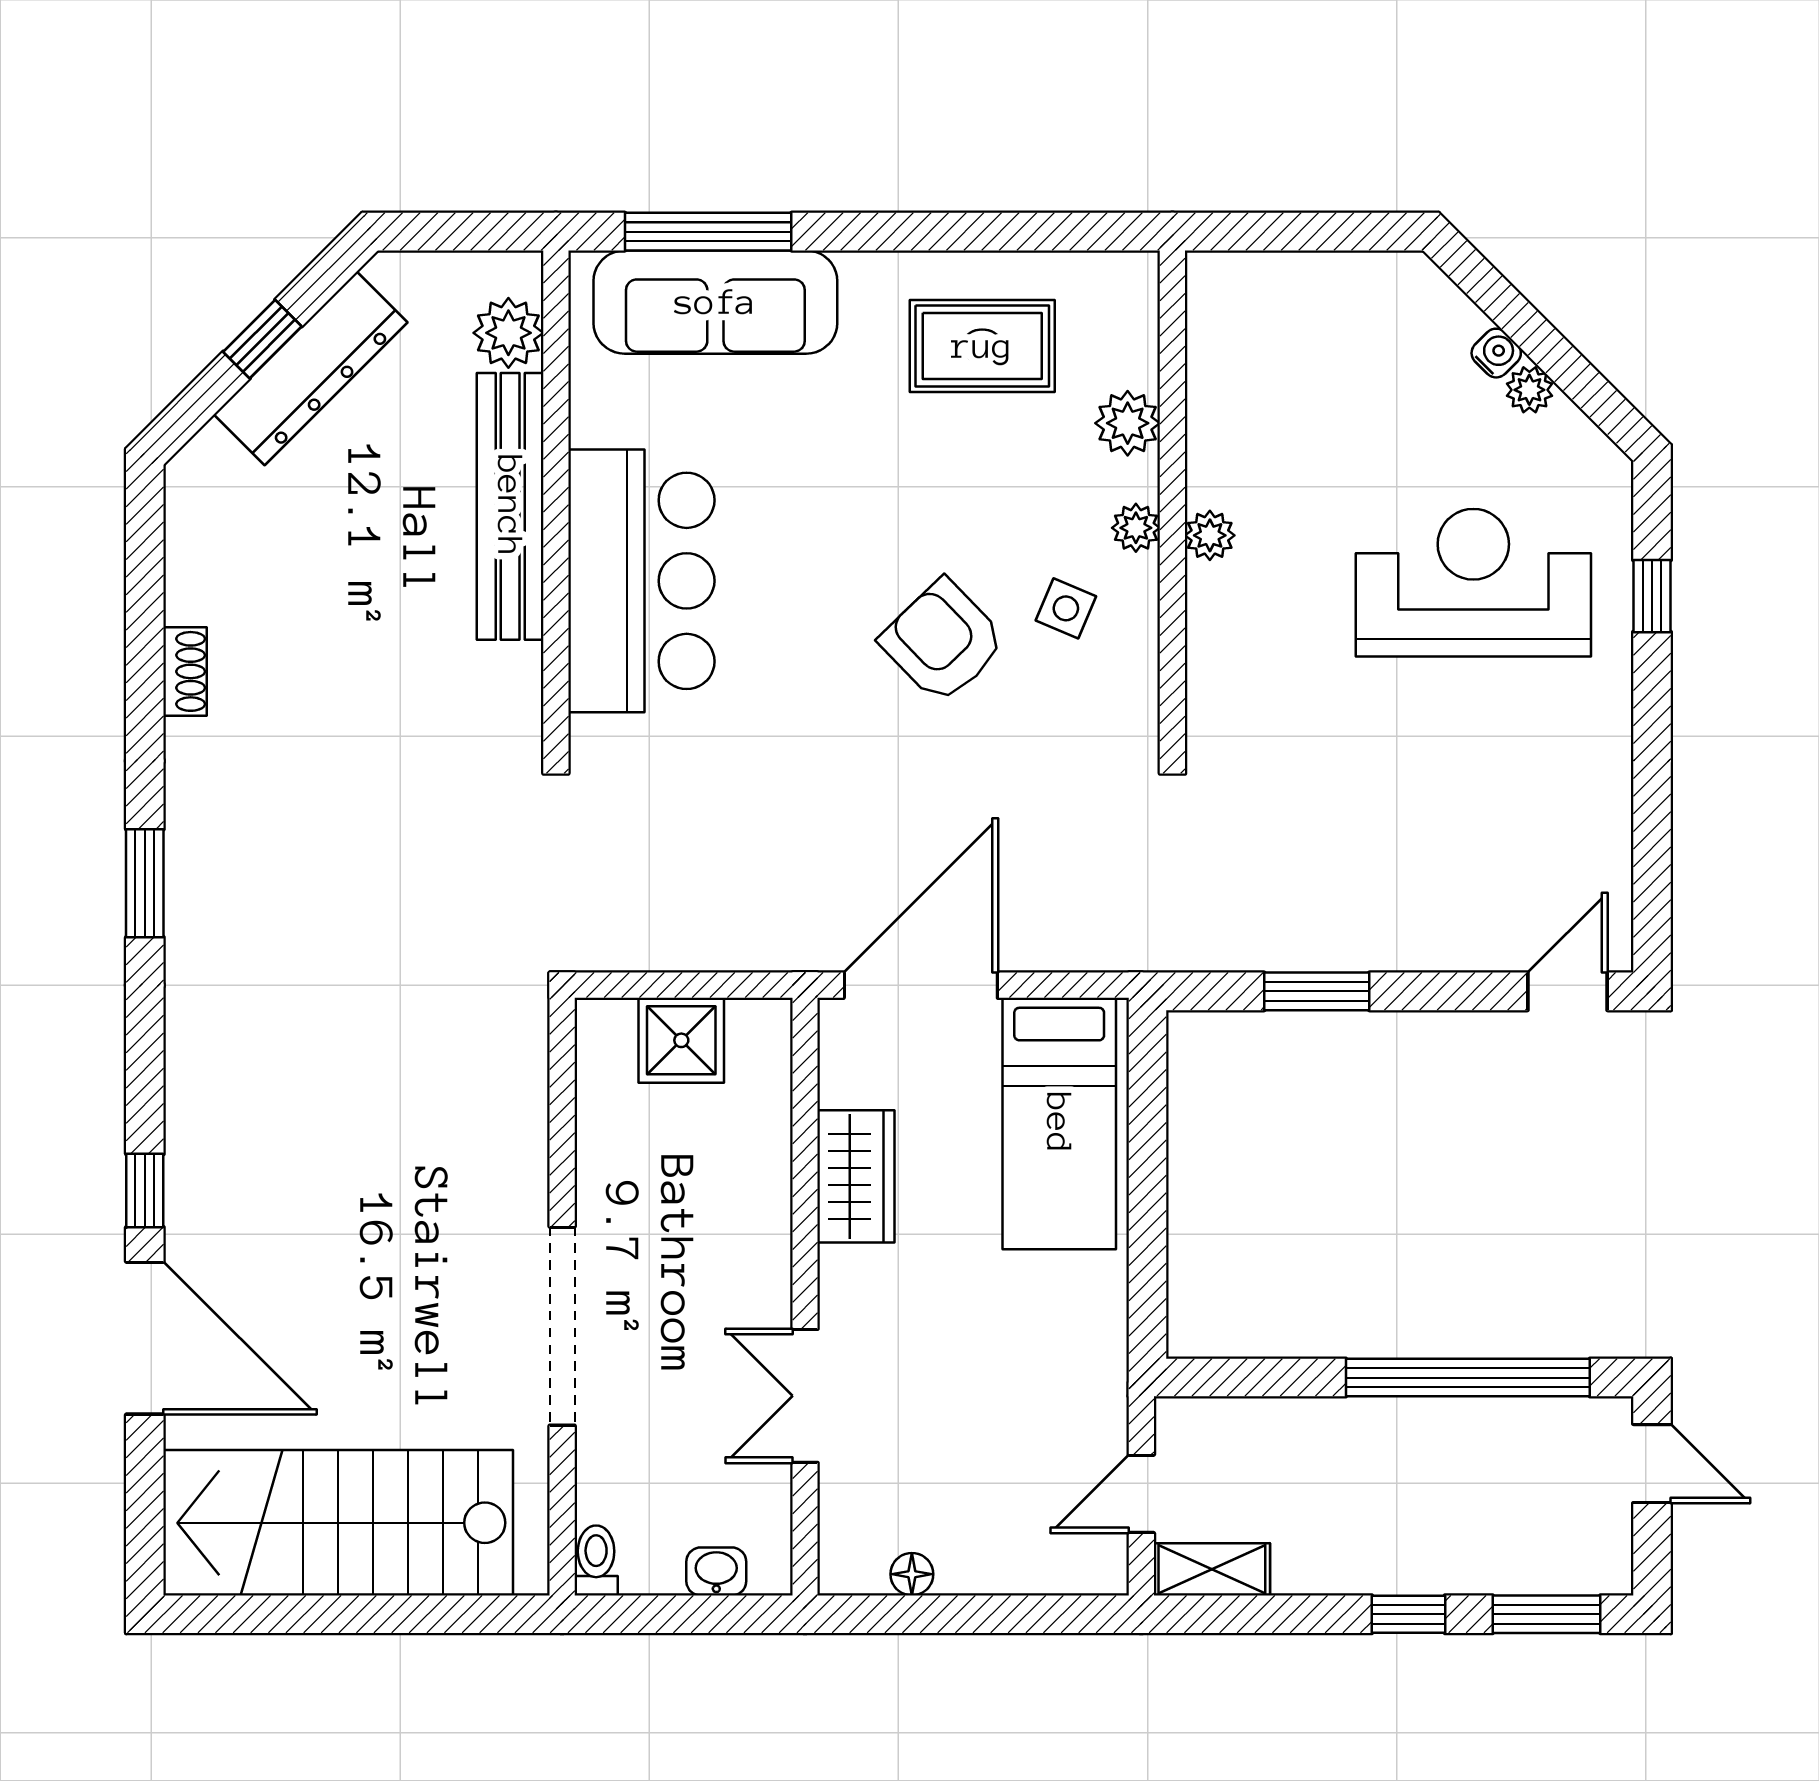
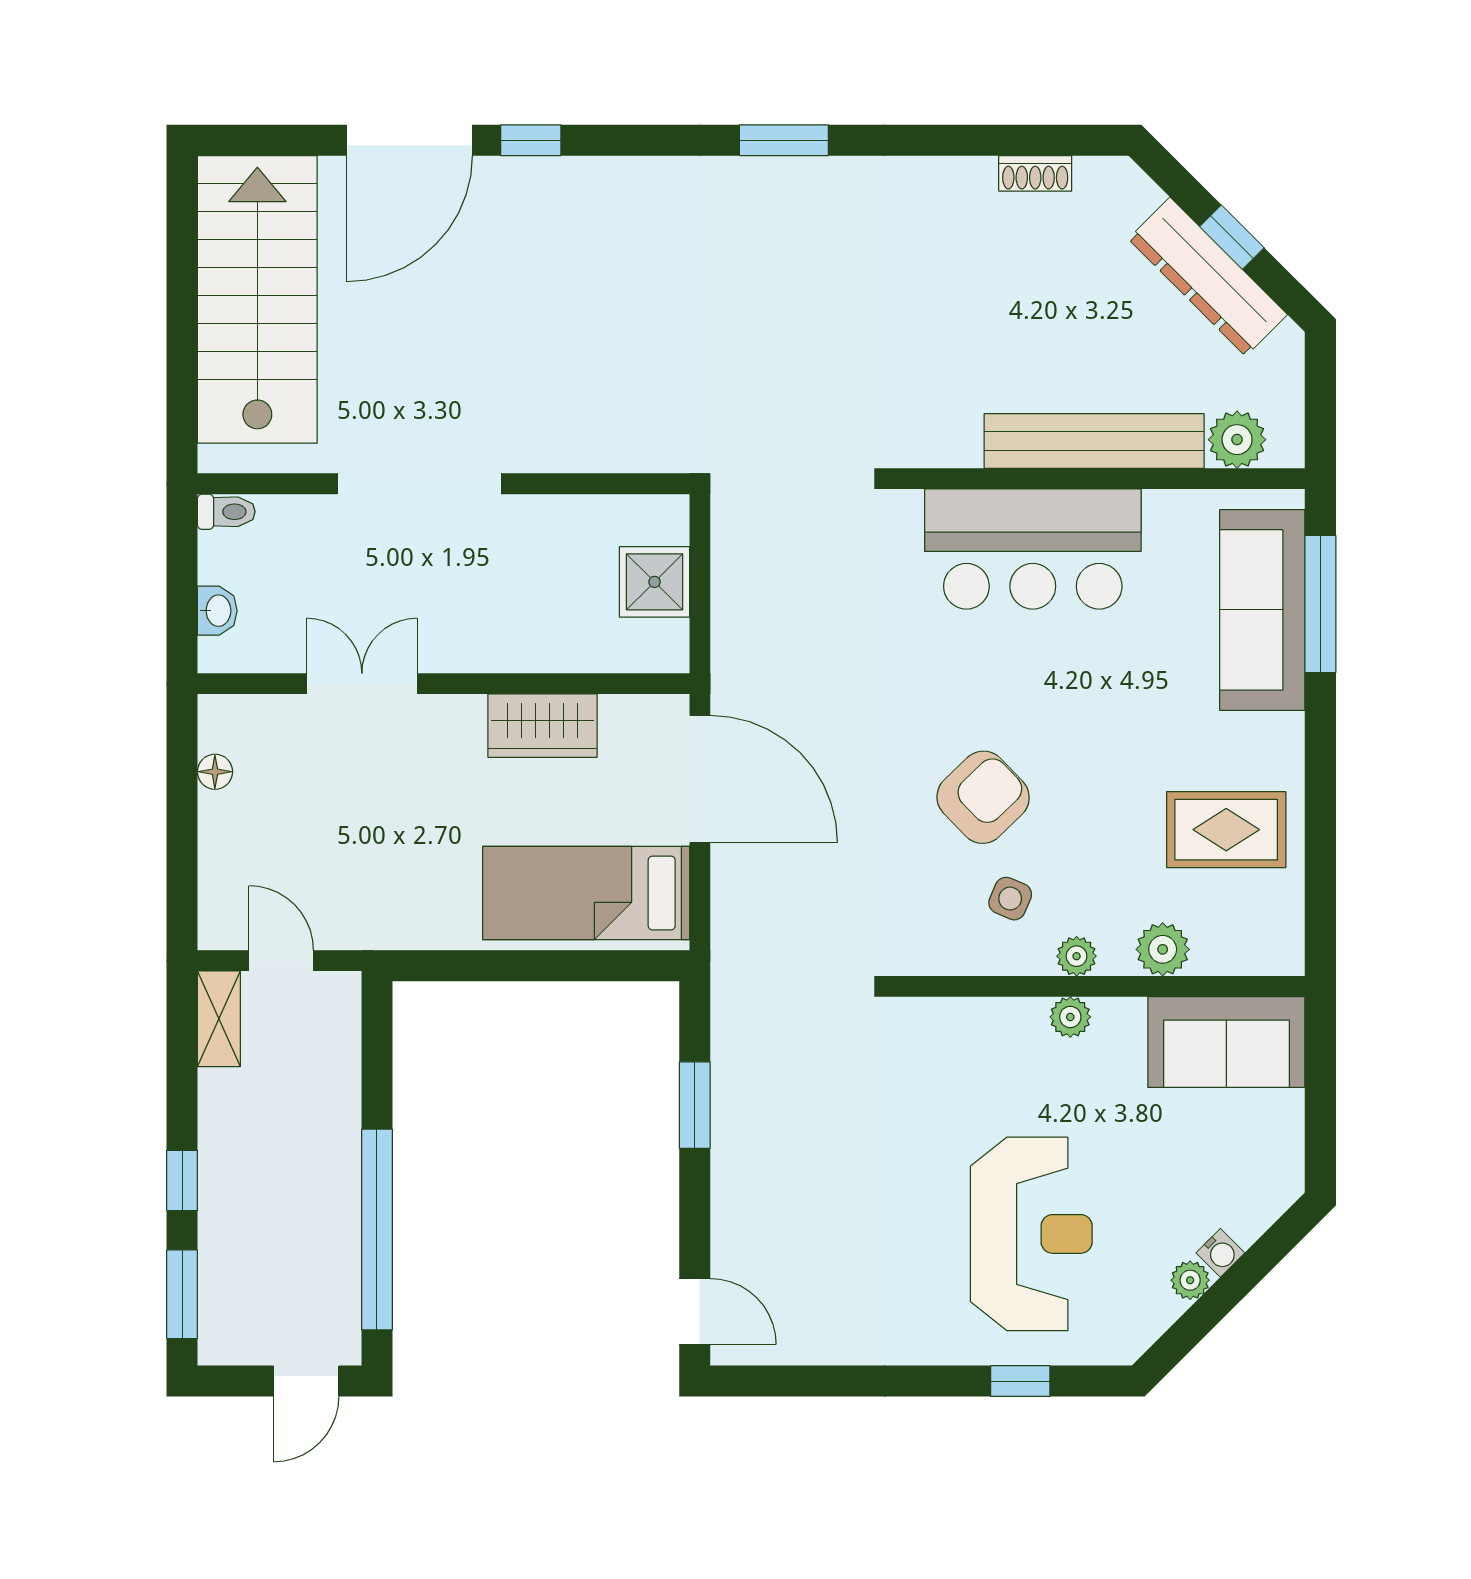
rug: (982, 346) -> (1226, 830), turned 90
sofa: (1240, 346) -> (1226, 1042), added
shoe rack: (185, 671) -> (1035, 173), moved

